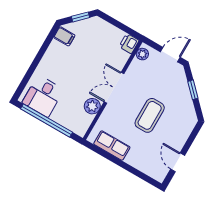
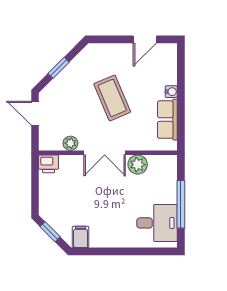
plant: (142, 54) -> (70, 143), moved
coffee table: (150, 115) -> (112, 98), turned 67
window: (47, 121) -> (181, 204), width x0.68
water cooler: (130, 160) -> (171, 92), added

